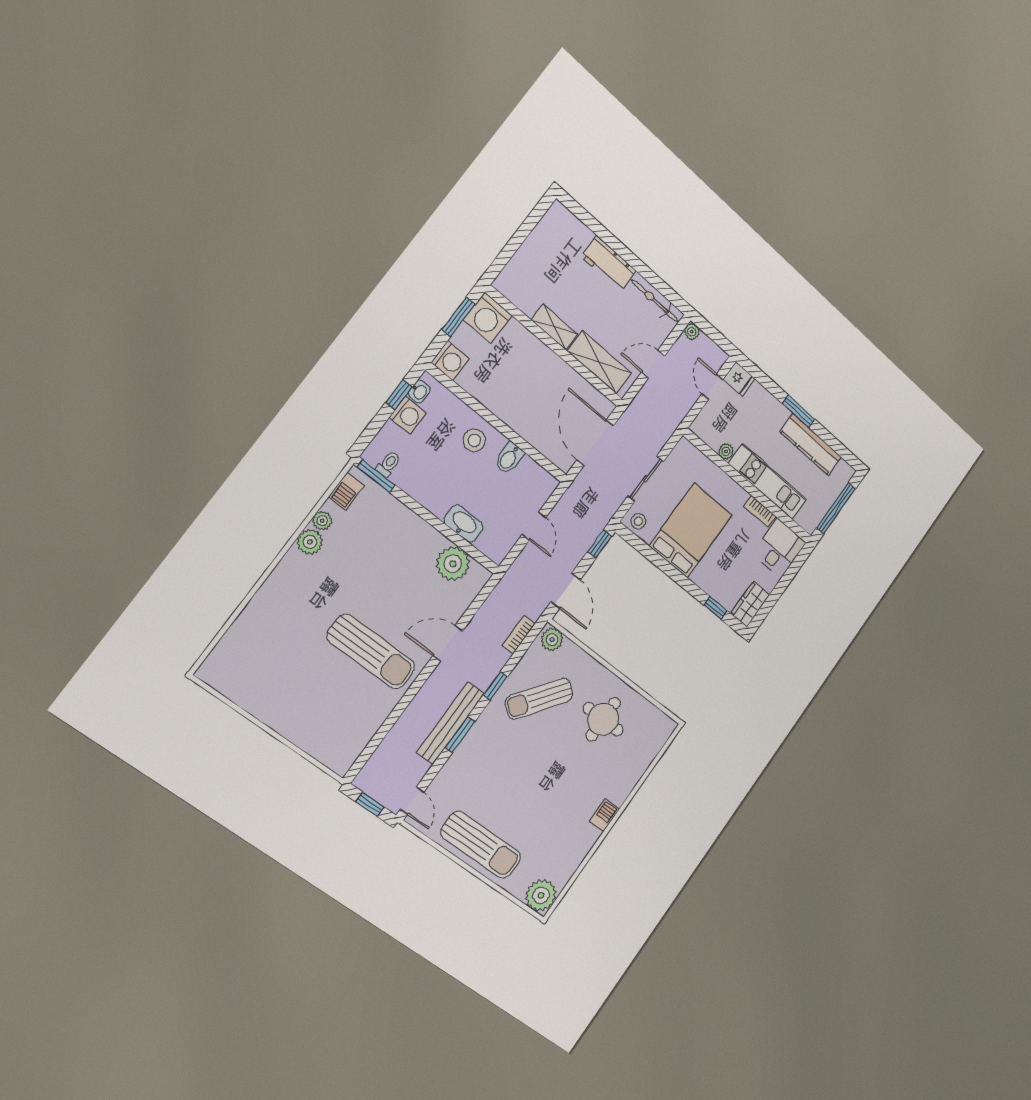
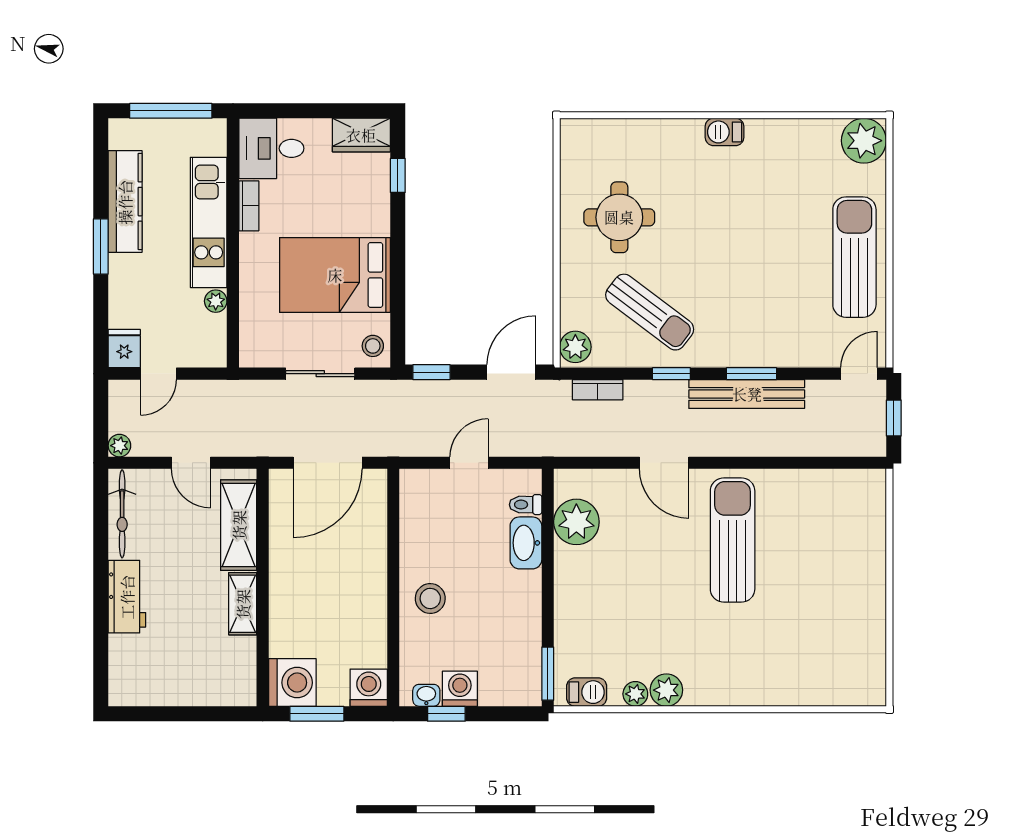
bidet: (509, 458) -> (419, 546), removed
toilet: (389, 464) -> (526, 505), moved

